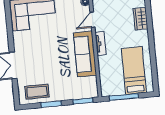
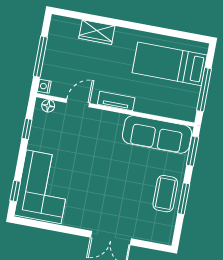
door: (92, 20) -> (78, 103), swing flipped
sofa: (85, 54) -> (157, 134), moved
coffee table: (37, 92) -> (165, 194), moved

